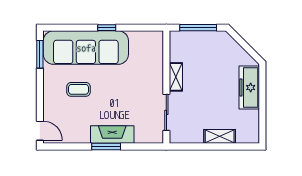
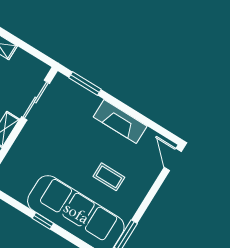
fireplace: (112, 135) -> (120, 122), moved
window: (106, 146) -> (85, 84), moved

